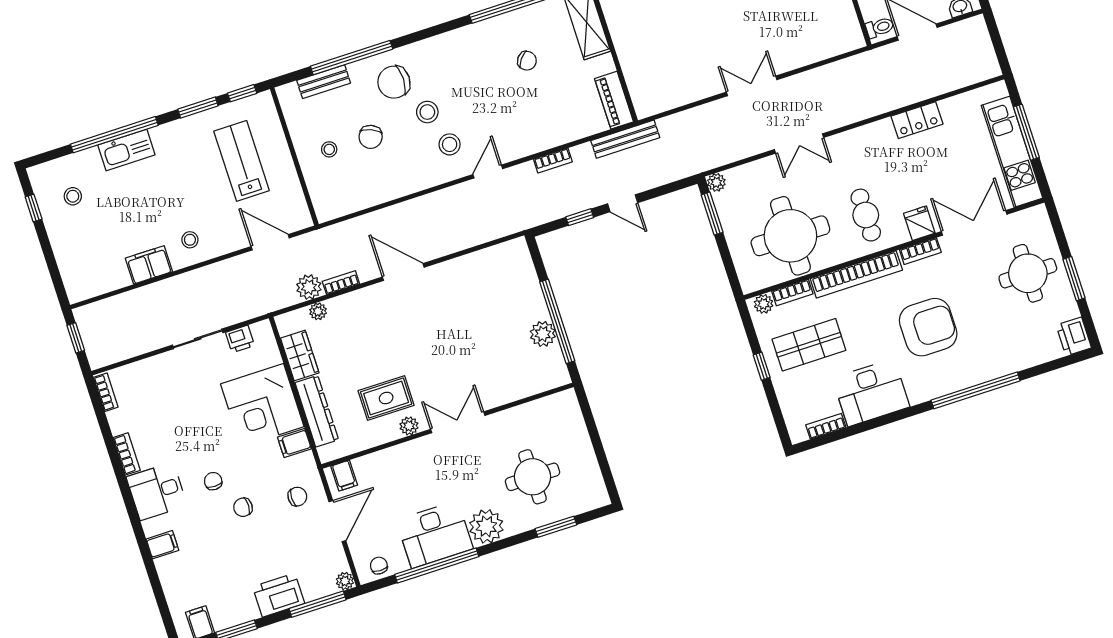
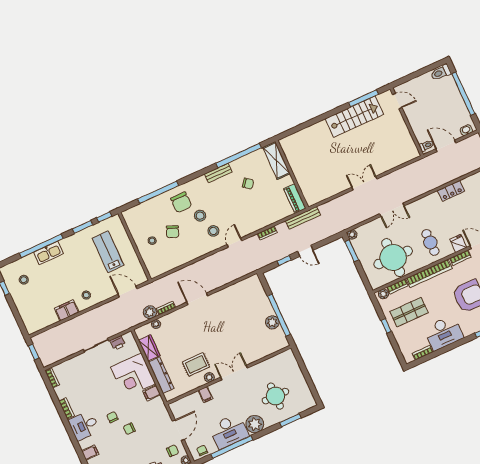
bench: (324, 82) -> (218, 173), moved
chair: (394, 82) -> (181, 202), turned -90
filing cabinet: (344, 476) -> (205, 394), moved
chair: (297, 497) -> (173, 451), moved

